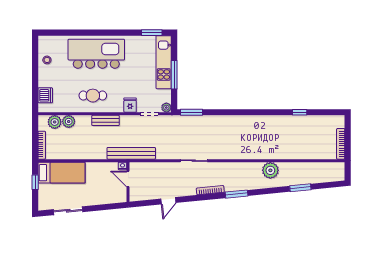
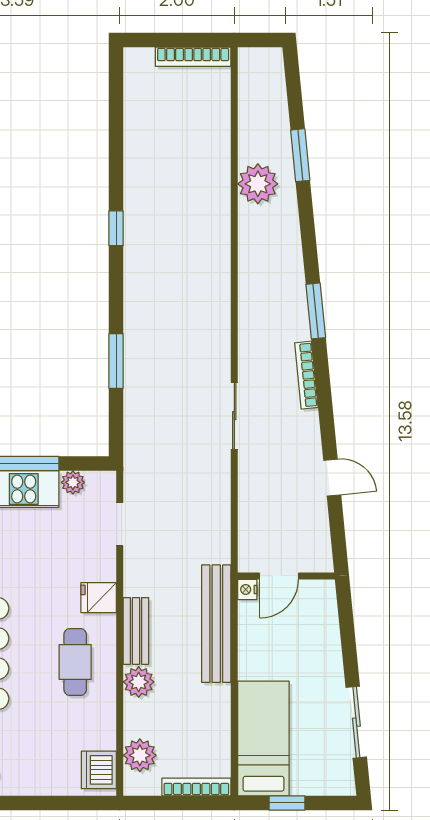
dishwasher: (45, 95) -> (99, 770), moved, turned -90
fridge: (130, 105) -> (99, 598), moved
plant: (166, 108) -> (73, 482), moved
window: (191, 112) -> (116, 361), moved
window: (300, 112) -> (116, 228), moved
plant: (69, 122) -> (139, 682), moved
bench: (131, 153) -> (216, 624), moved
plant: (270, 170) -> (258, 184), moved

